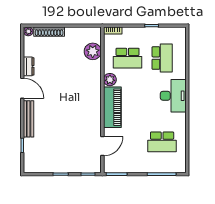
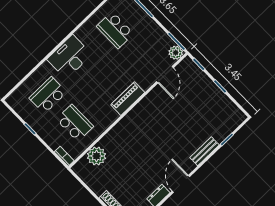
plant: (110, 80) -> (176, 53), moved
piano: (112, 107) -> (128, 99), width x0.73, depth x0.75
bench: (29, 119) -> (205, 151), width x0.73
school desk: (162, 142) -> (115, 30), turned 180
door: (102, 146) -> (165, 75), swing flipped

